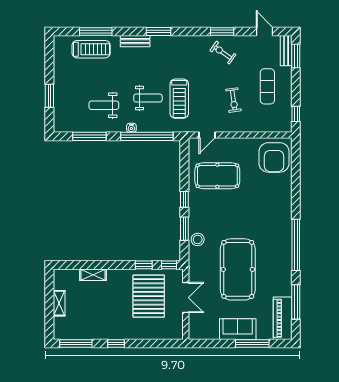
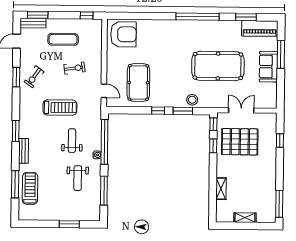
treadmill: (179, 99) -> (60, 108), moved
window: (296, 302) -> (246, 17), width x0.69
window: (116, 344) -> (280, 141), moved

